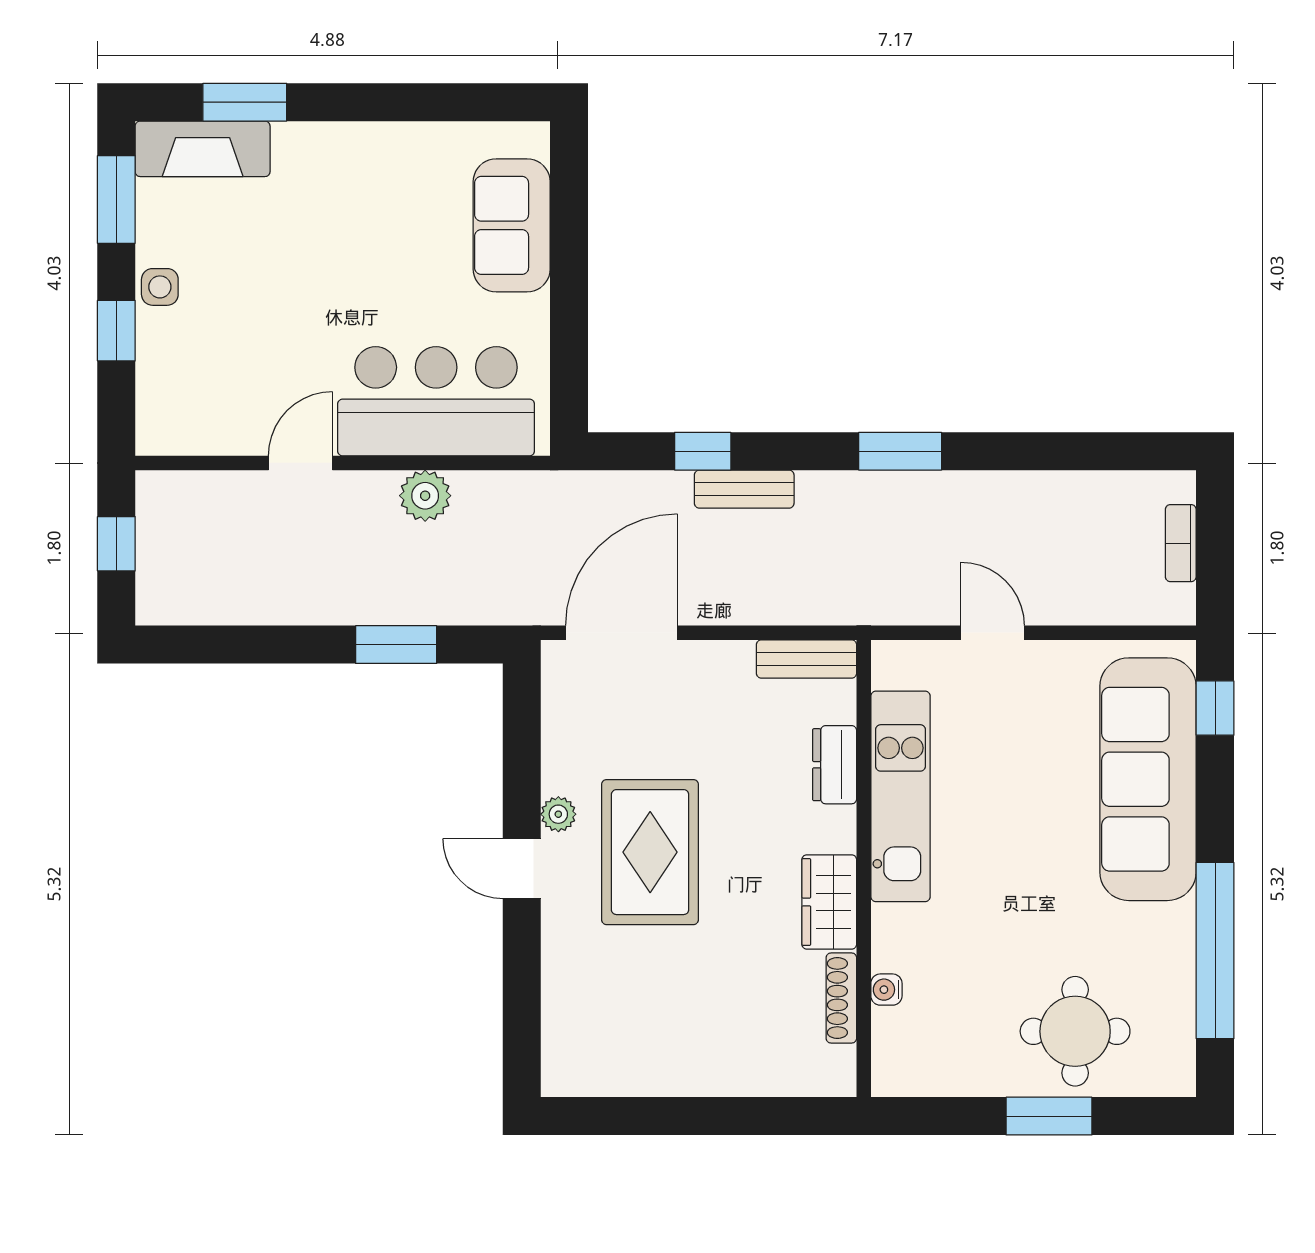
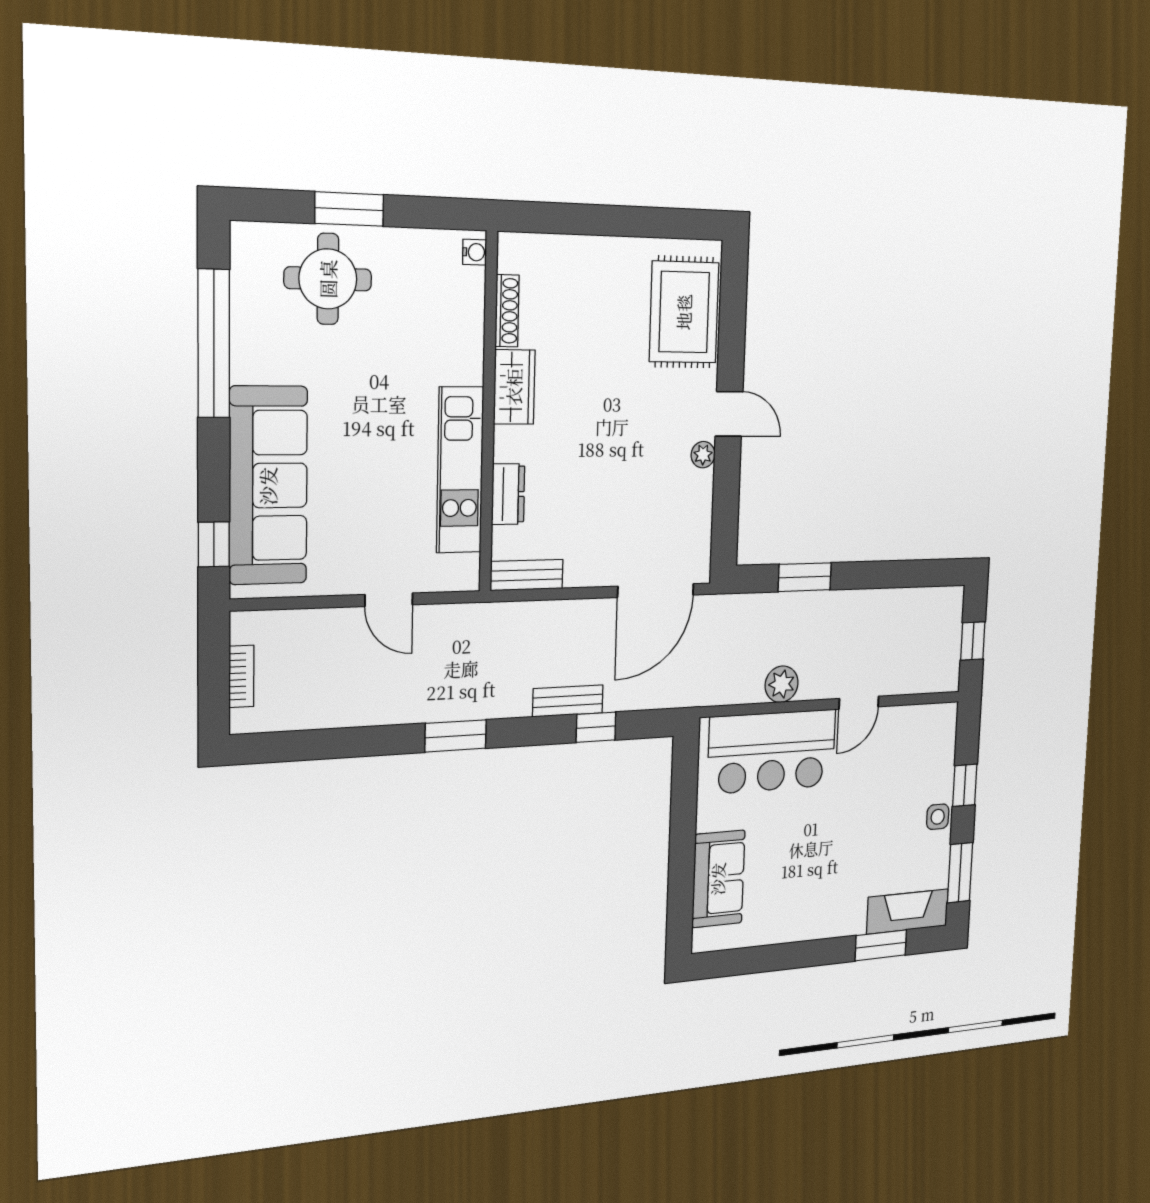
rug: (650, 852) -> (684, 312), moved
water cooler: (886, 990) -> (475, 252), moved

